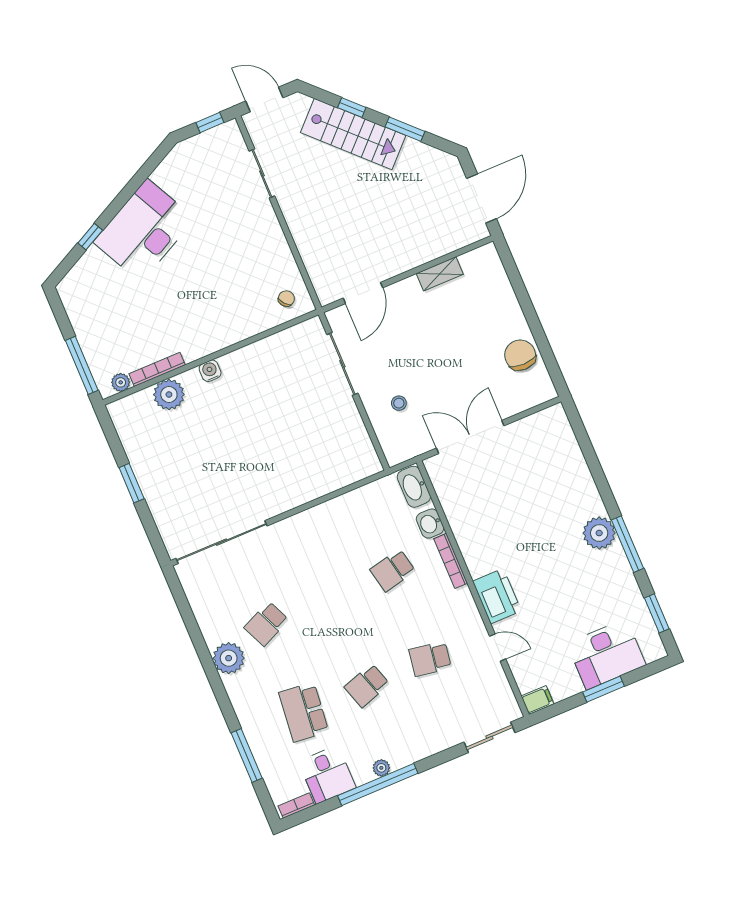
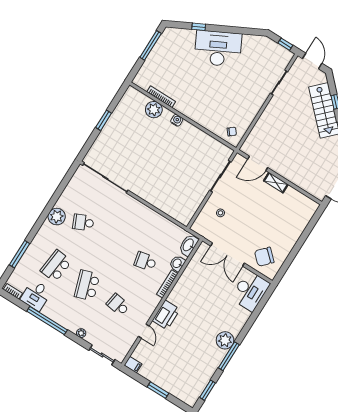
shelving: (440, 274) -> (276, 183), moved
chair: (520, 355) -> (264, 257), moved, turned -137
window: (82, 365) -> (151, 45), moved
plant: (121, 382) -> (144, 85), removed
double door: (470, 437) -> (228, 255), swing flipped
desk: (606, 654) -> (250, 291), moved, turned -90
school desk: (367, 685) -> (87, 285), width x1.85
plant: (381, 768) -> (81, 333), moved

